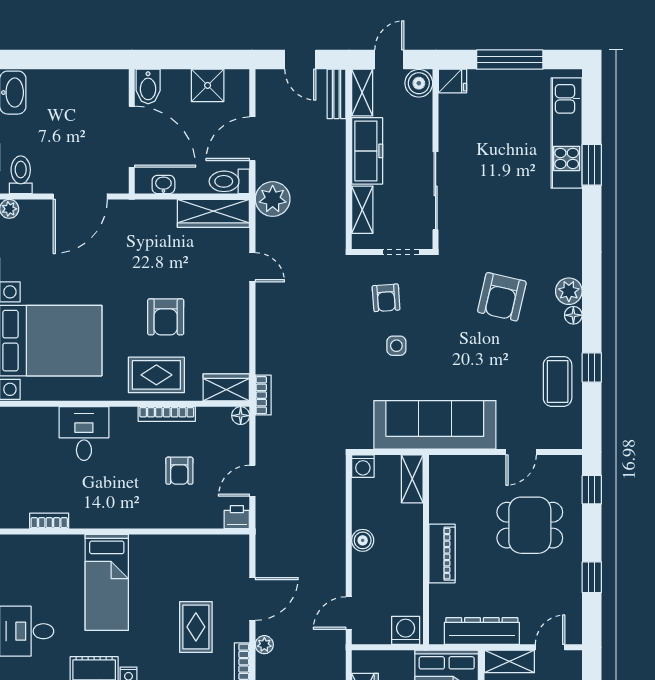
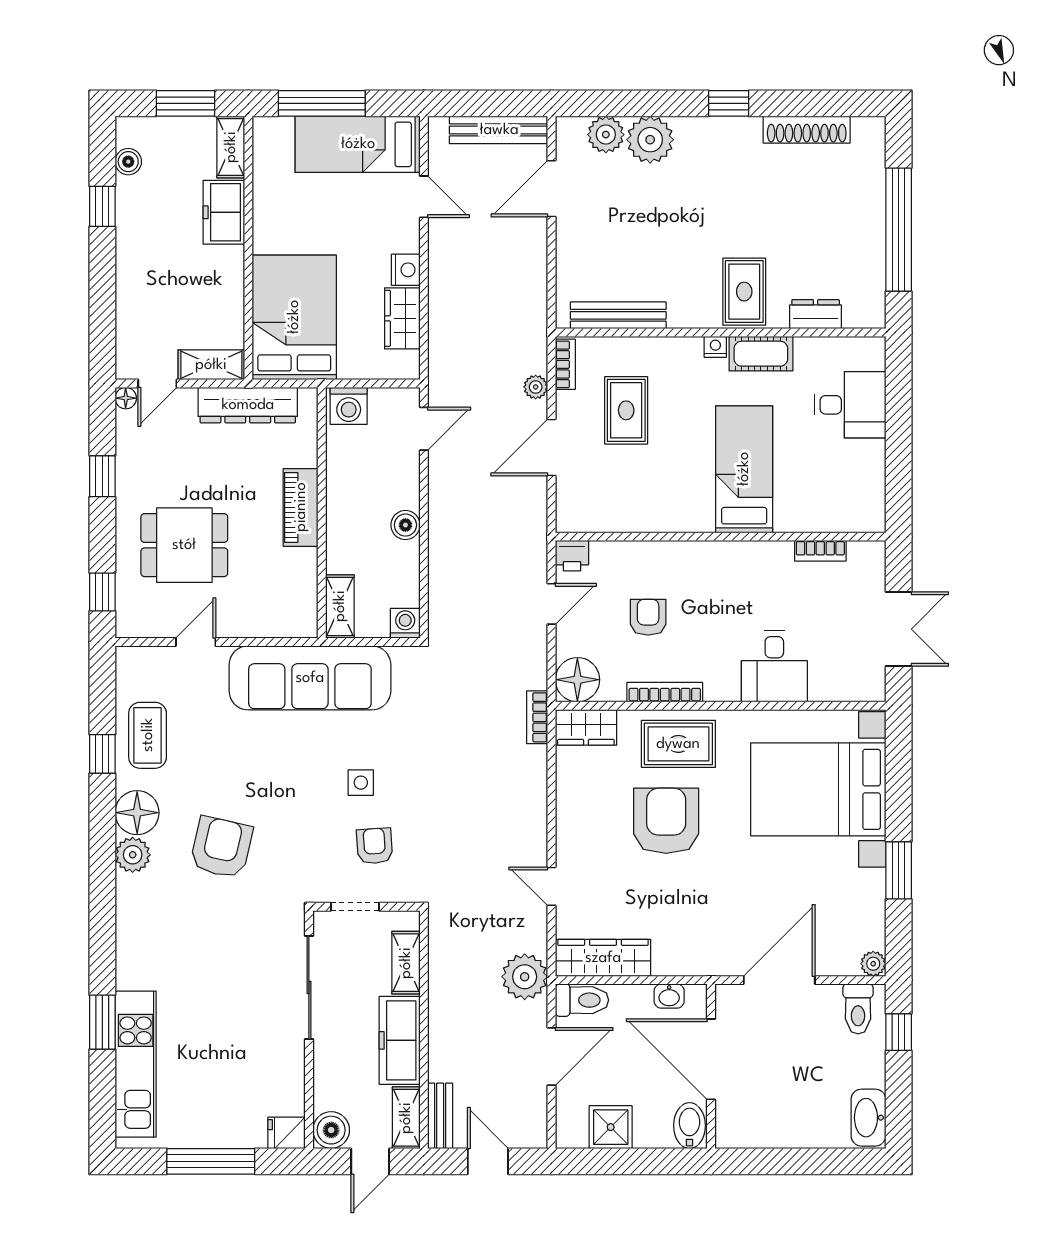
floor lamp: (573, 315) -> (137, 813), width x1.89, depth x1.89
armchair: (166, 317) -> (666, 821), width x1.36, depth x1.36
floor lamp: (241, 416) -> (577, 680), width x1.89, depth x1.89
floor lamp: (574, 636) -> (126, 398), added

